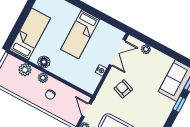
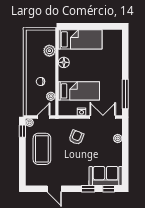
window: (107, 19) -> (125, 94), added
bed: (80, 34) -> (79, 91), moved, turned 180
double door: (117, 53) -> (103, 117), swing flipped
plant: (43, 78) -> (51, 96), moved

